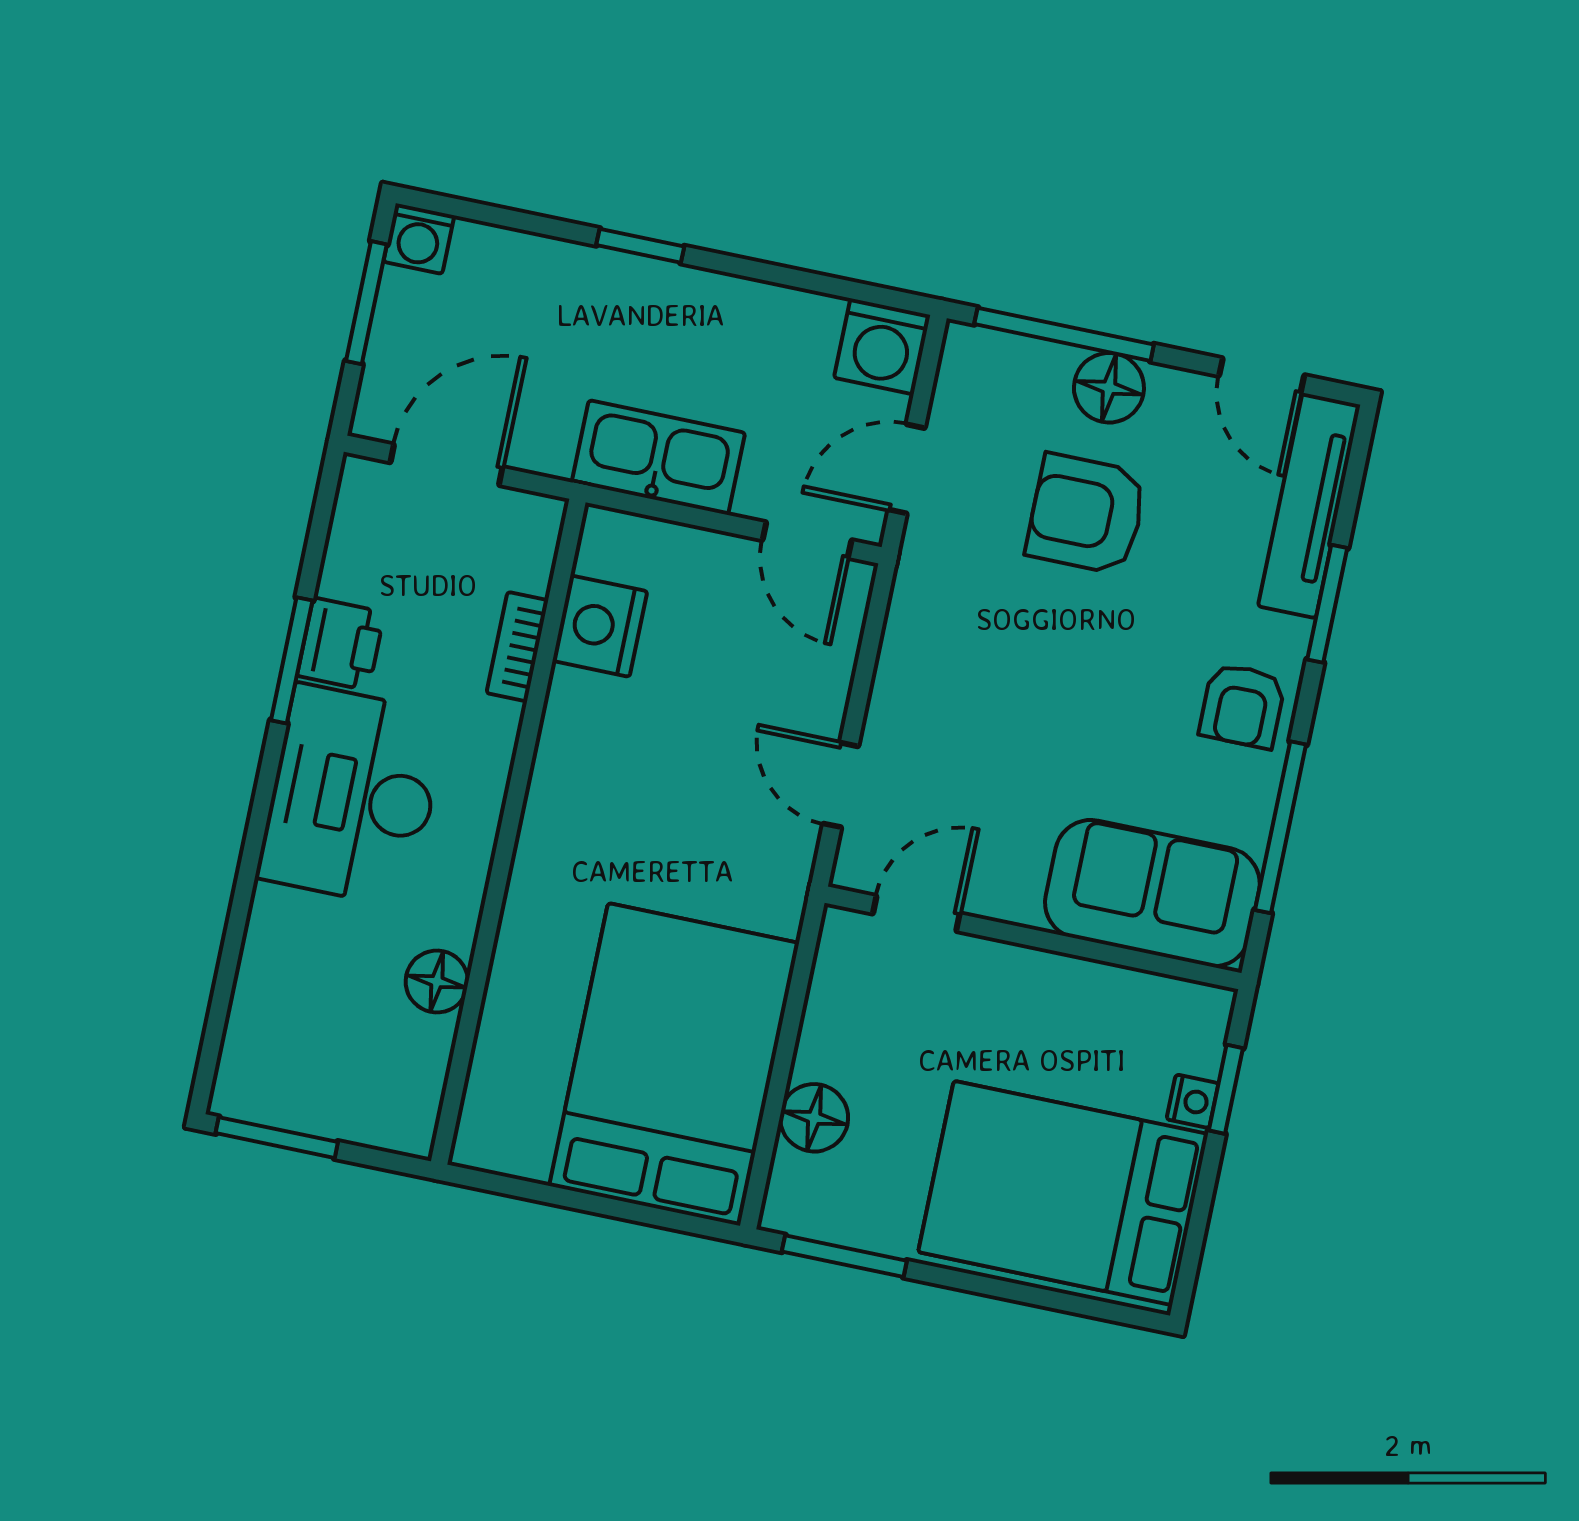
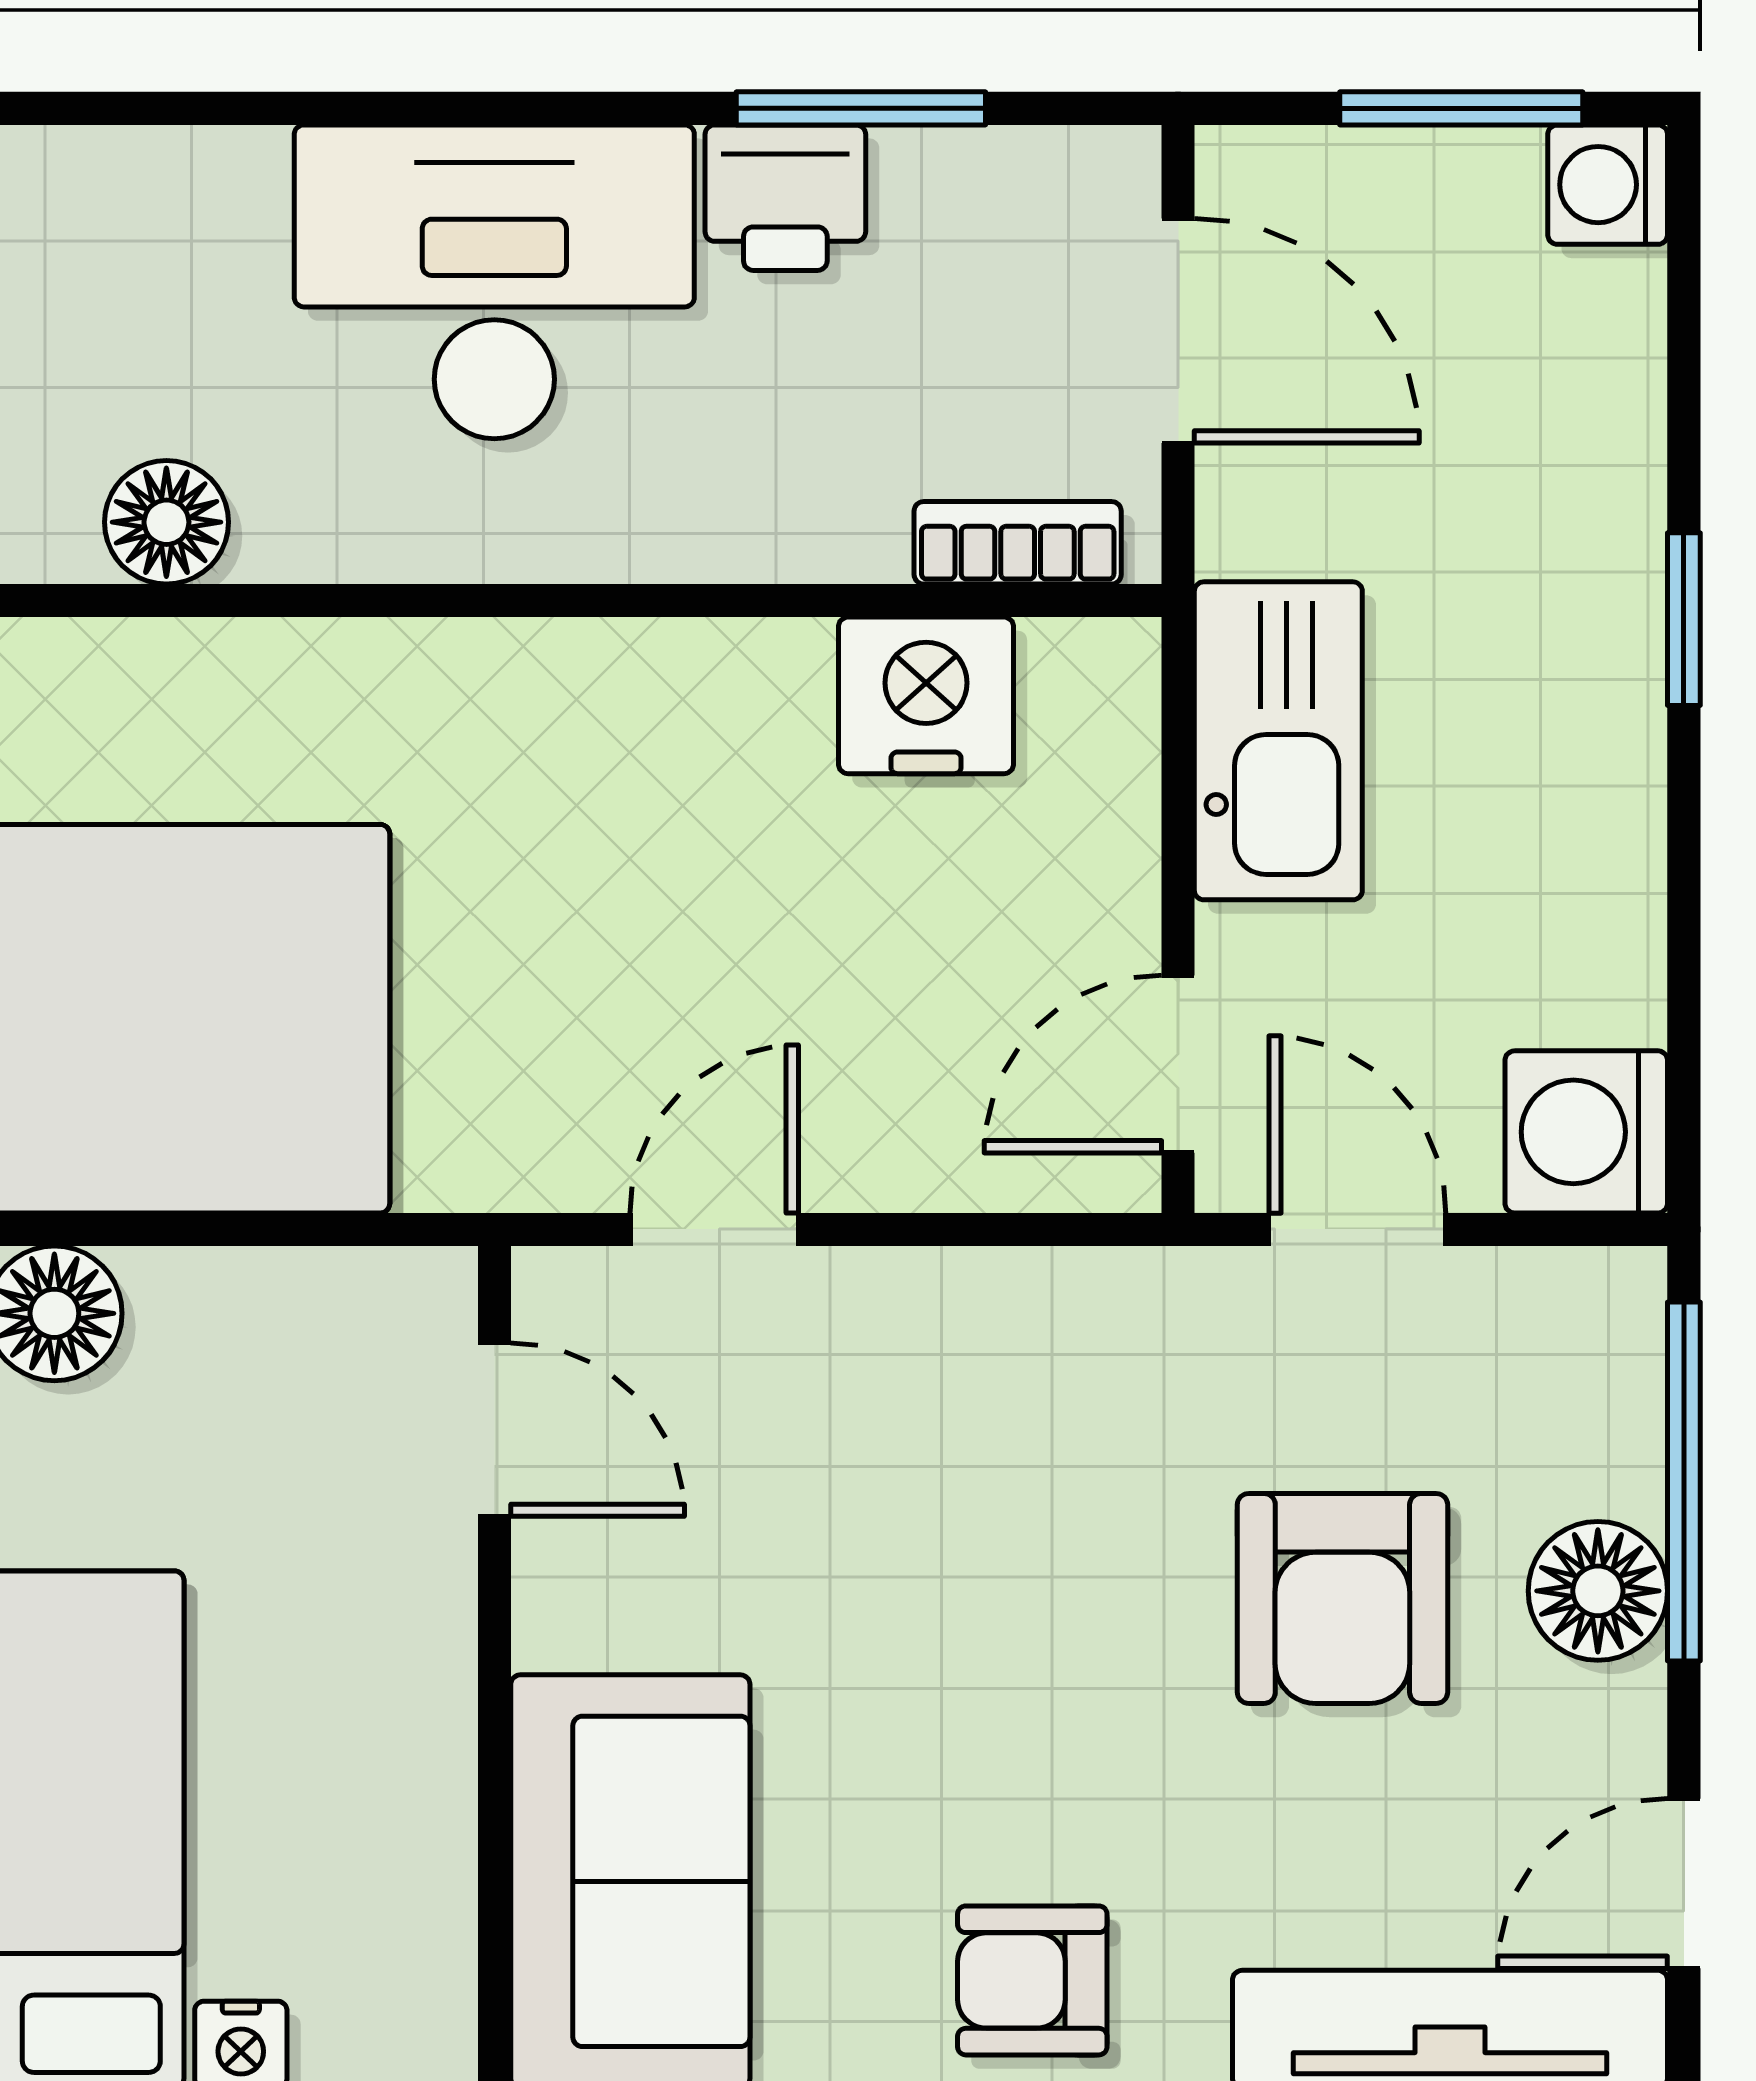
armchair: (1086, 514) -> (1342, 1598), turned 180
bookcase: (517, 647) -> (1018, 543), moved
window: (292, 660) -> (861, 108), moved

